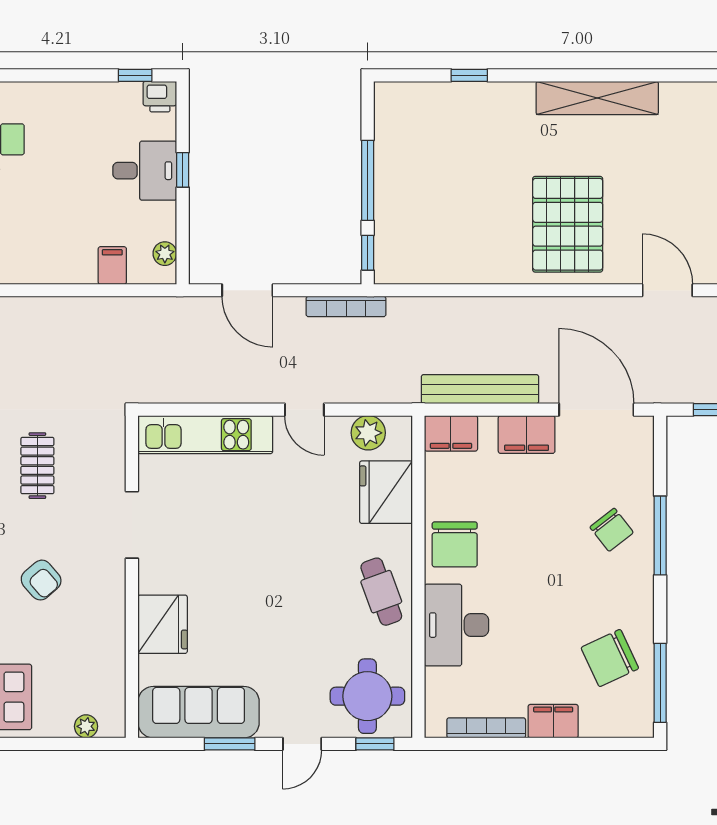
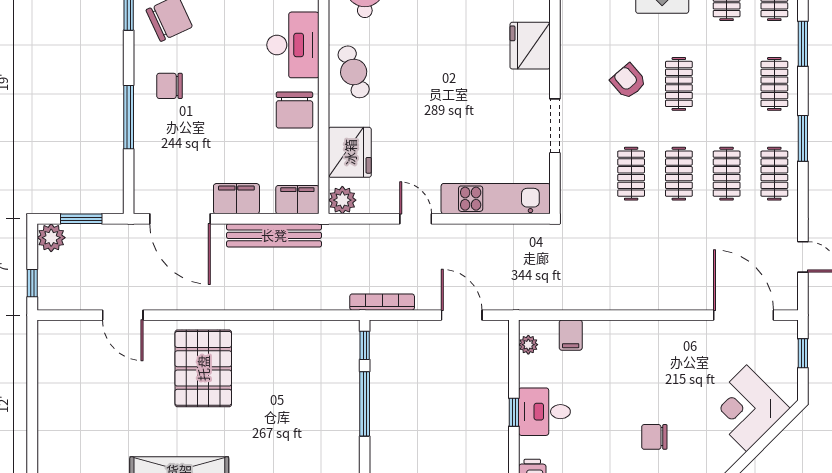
plant: (368, 433) -> (342, 200), moved
chair: (612, 530) -> (170, 86), moved, turned -52
chair: (455, 544) -> (294, 110), turned 180

